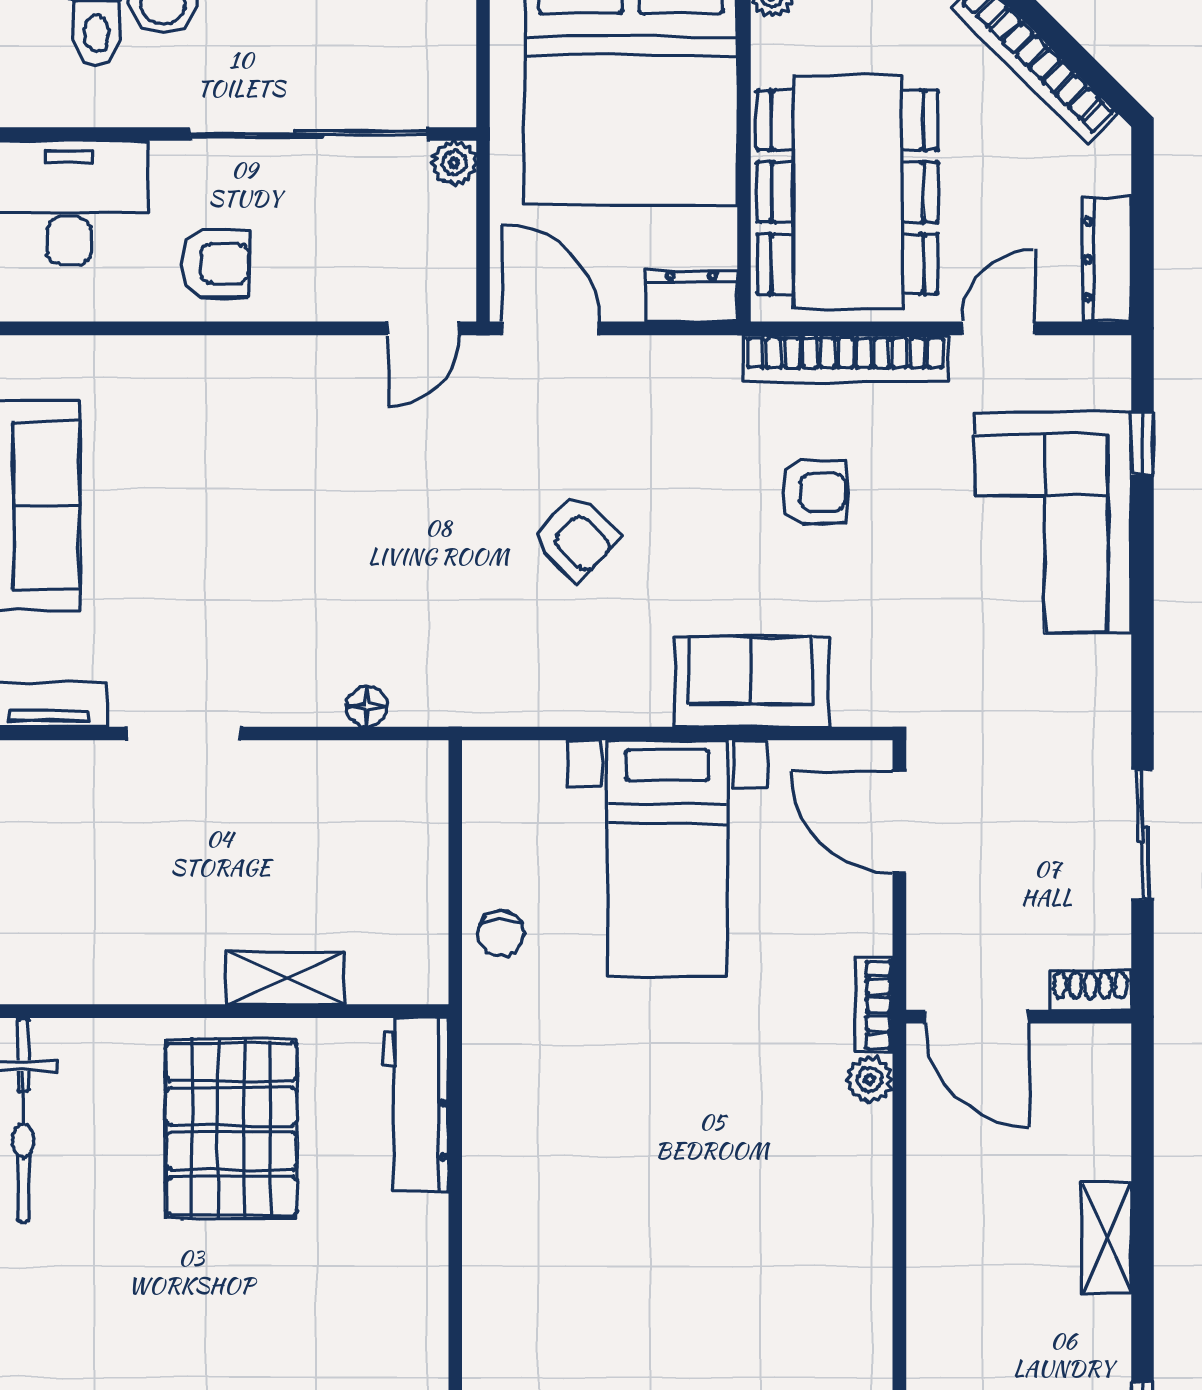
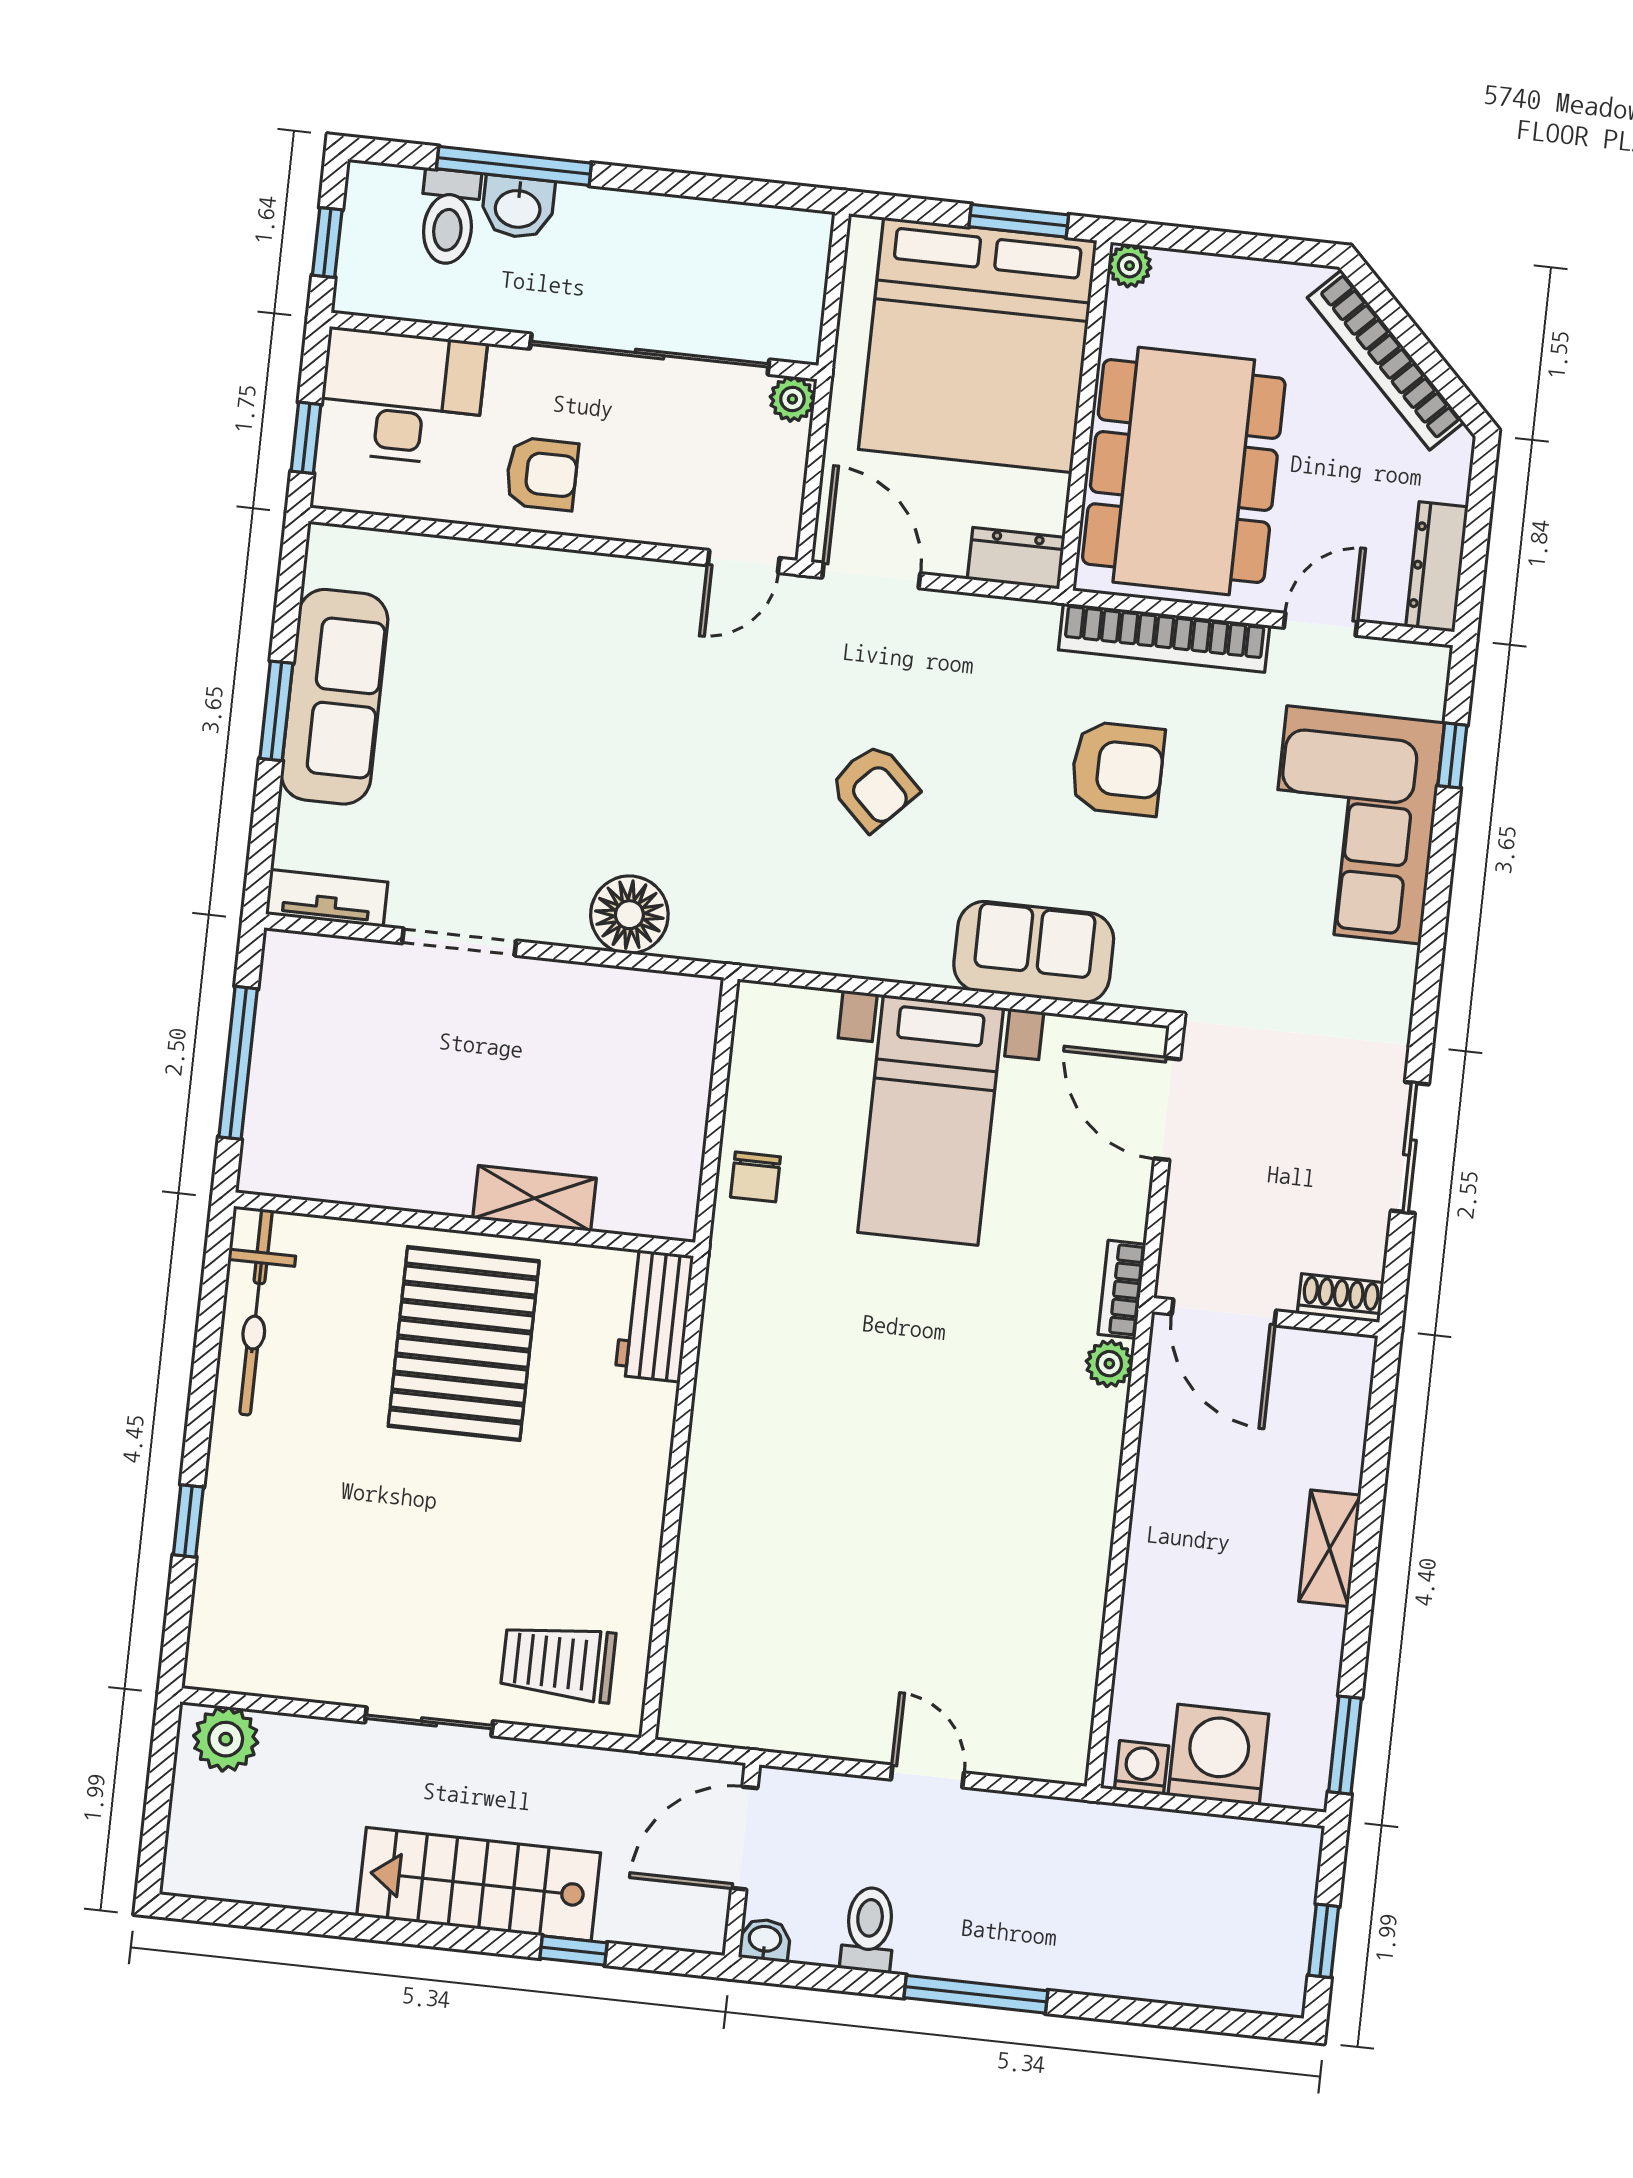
armchair: (814, 492) -> (1117, 769), width x1.38, depth x1.38
floor lamp: (367, 707) -> (629, 915), width x1.89, depth x1.89
workbench: (416, 1104) -> (654, 1315), width x0.73

